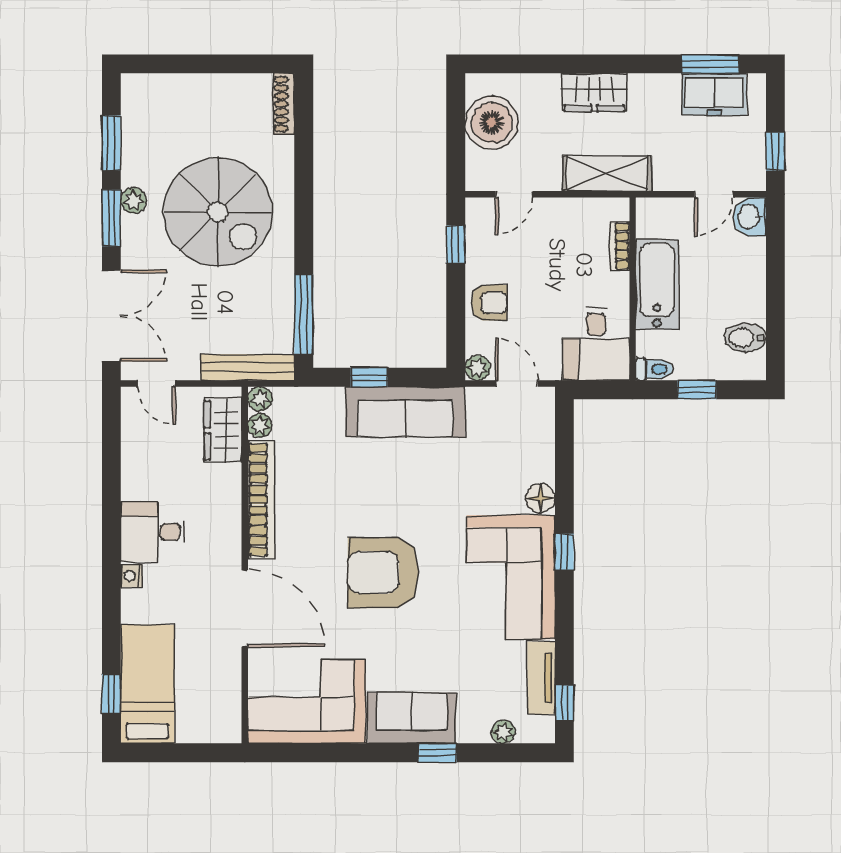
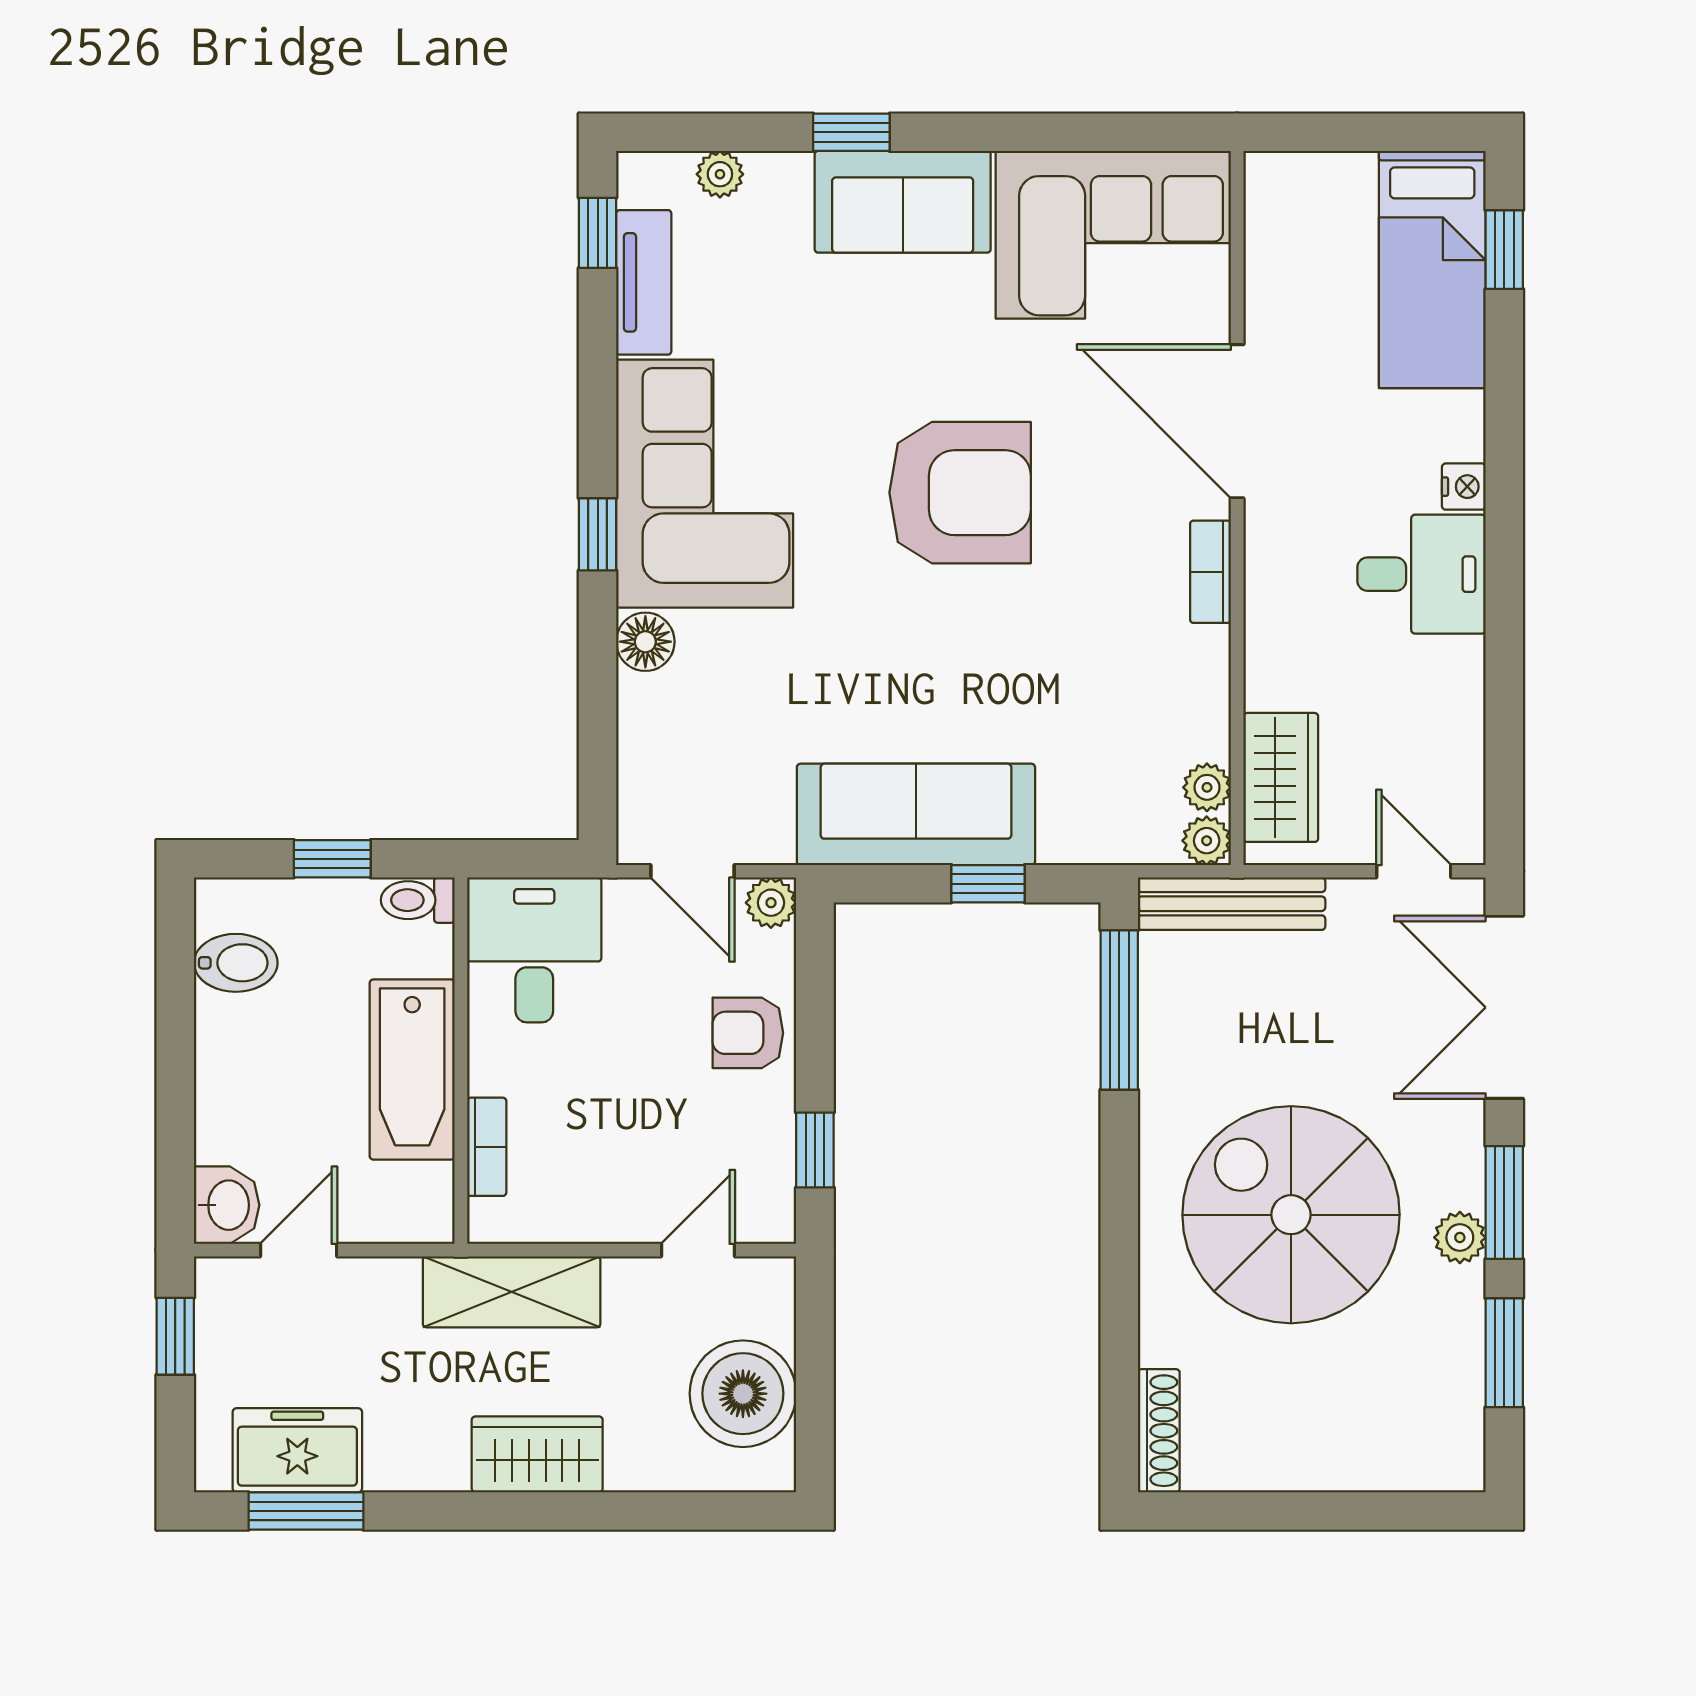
bookcase: (261, 500) -> (1210, 572), width x0.43, depth x0.76

